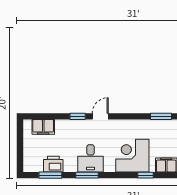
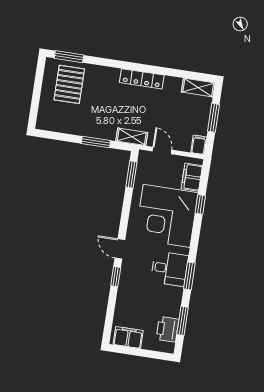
filing cabinet: (43, 127) -> (128, 337), moved, turned -90
corner desk: (132, 156) -> (167, 216), width x1.36, depth x1.36
printer: (53, 164) -> (167, 329), moved

